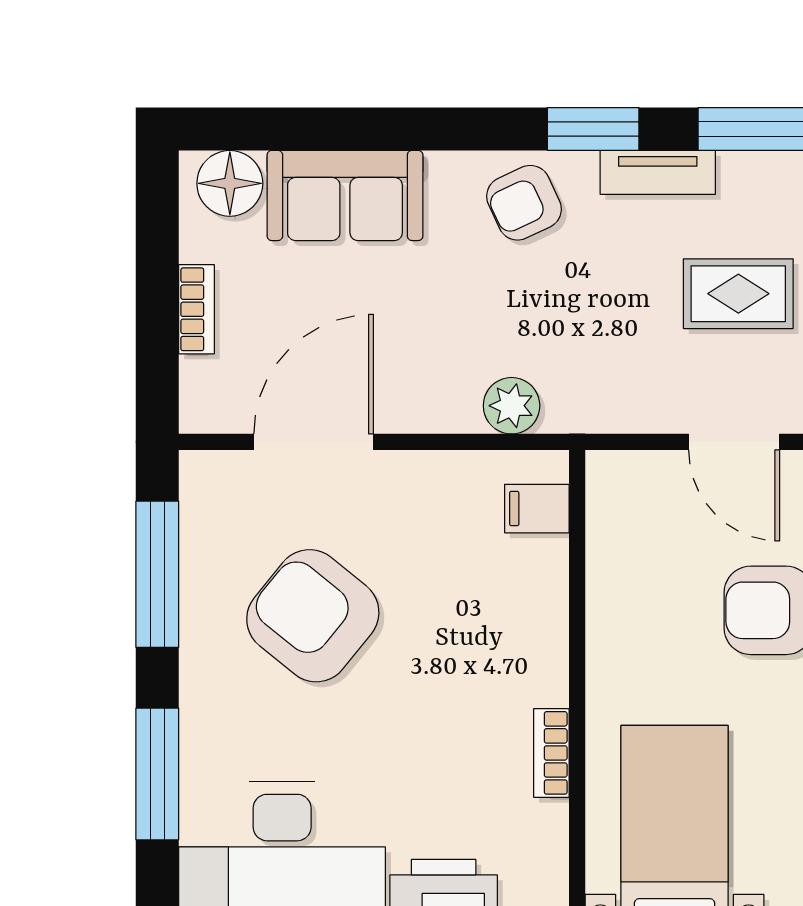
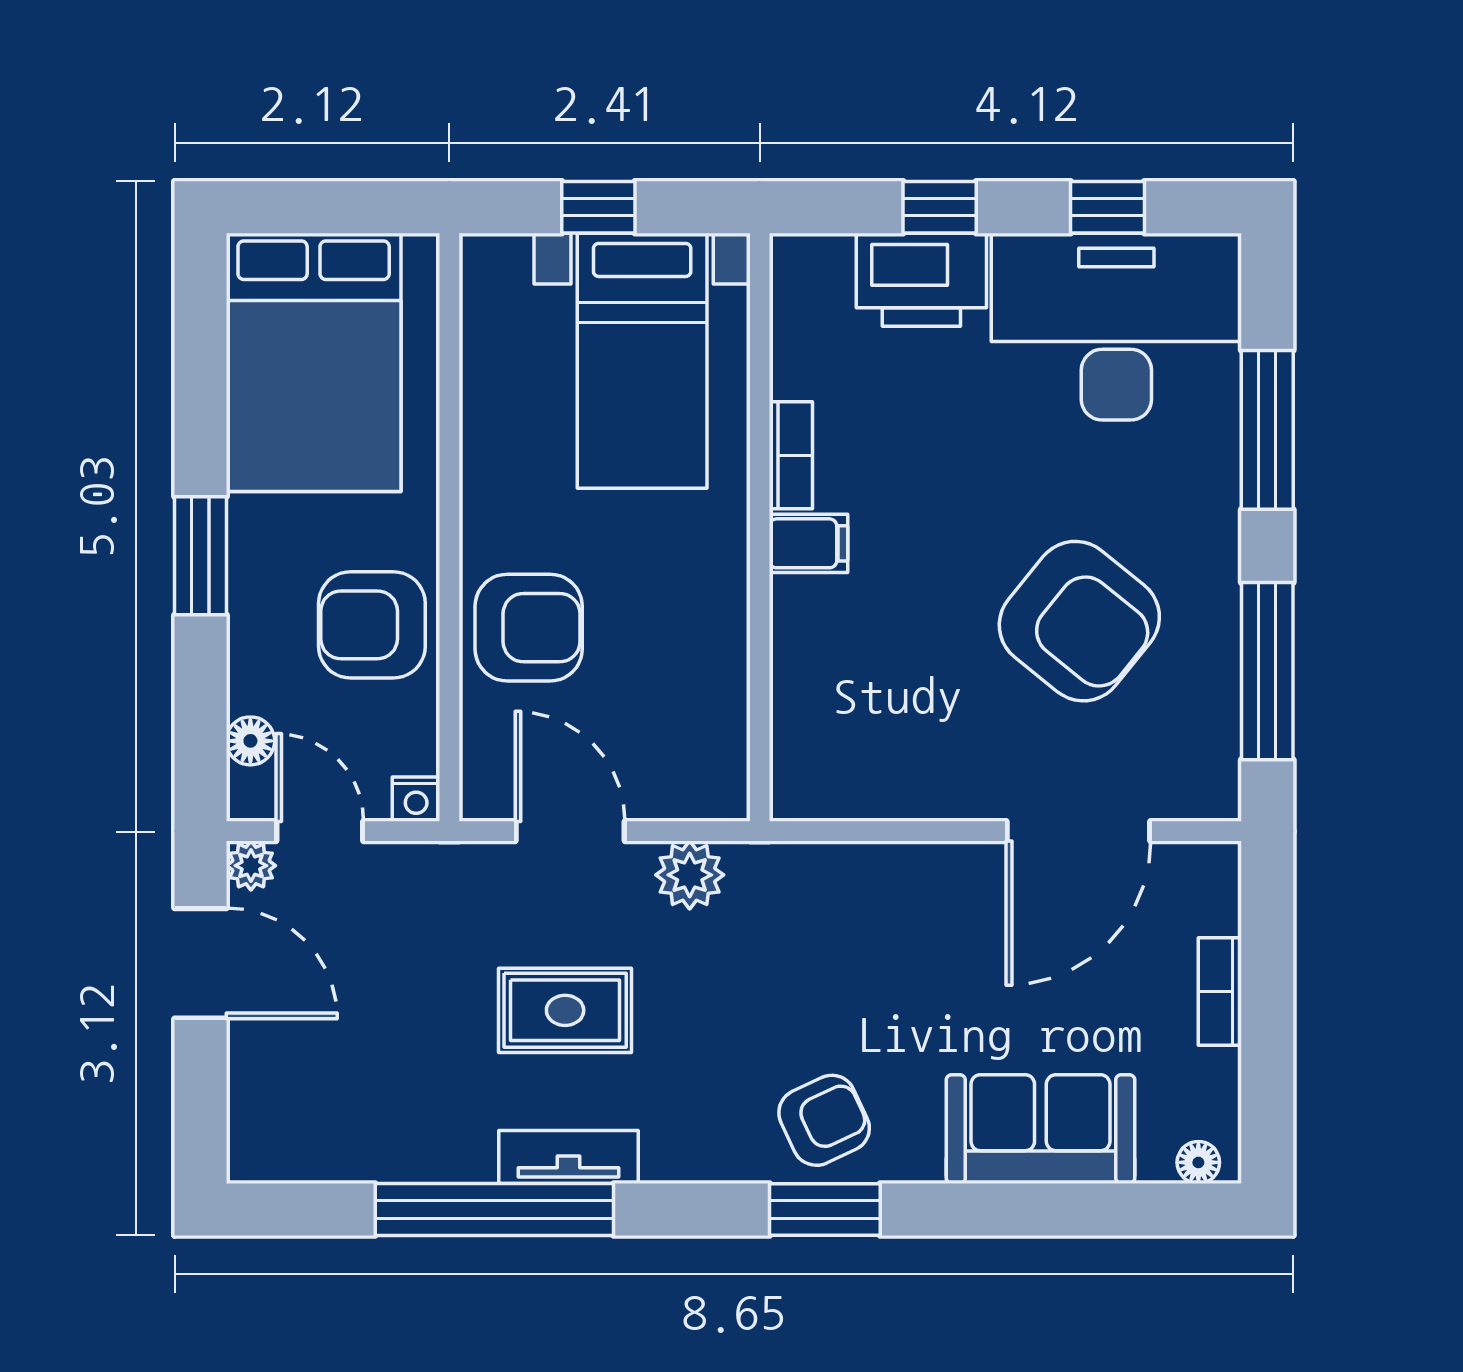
window: (593, 129) -> (825, 1209), moved
tv unit: (658, 172) -> (568, 1157), moved
floor lamp: (230, 183) -> (1198, 1162), width x0.53, depth x0.53
plant: (512, 406) -> (690, 875), moved
filing cabinet: (537, 509) -> (809, 543), moved

